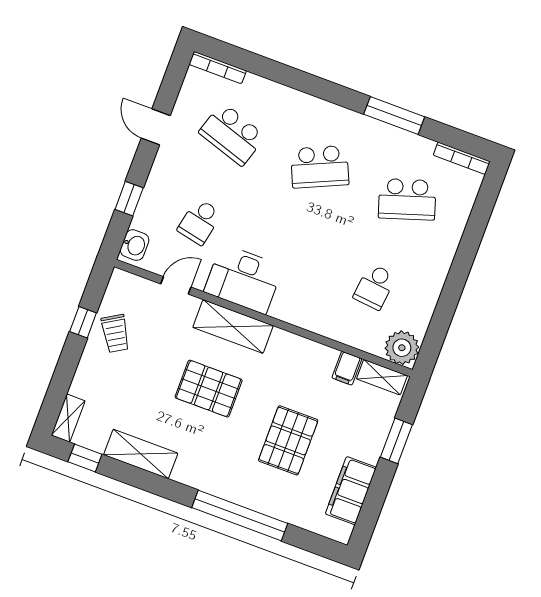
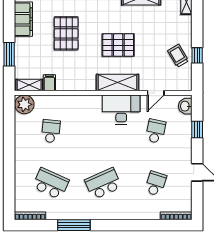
school desk: (232, 134) -> (156, 184), width x0.54
school desk: (407, 199) -> (51, 184), turned 42

